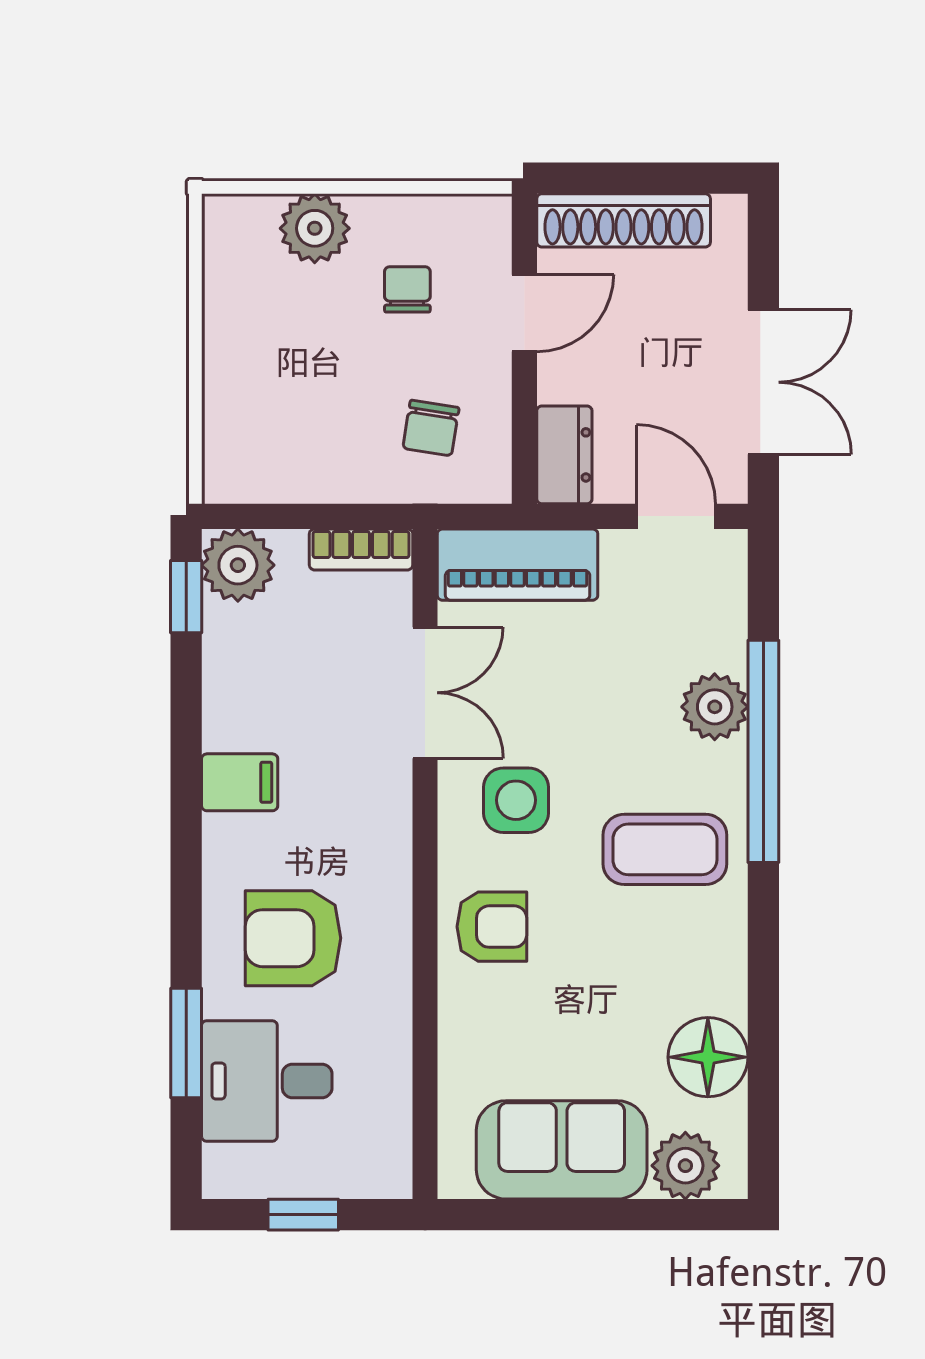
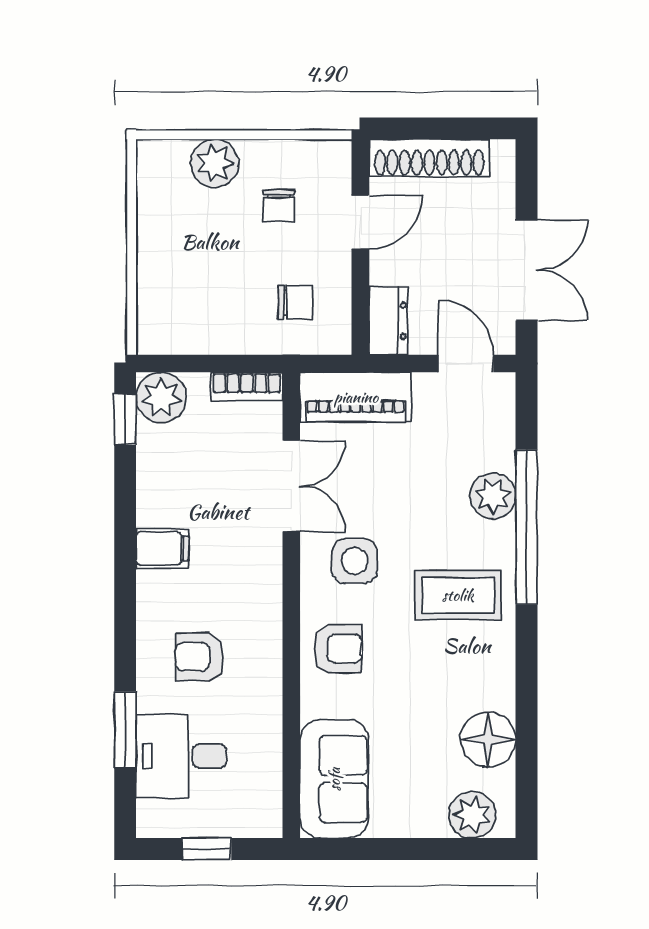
chair: (407, 289) -> (279, 206), turned 180
chair: (431, 428) -> (295, 302), turned -99
armchair: (293, 938) -> (200, 657), width x0.72, depth x0.72
sofa: (562, 1150) -> (334, 779), moved, turned 90

